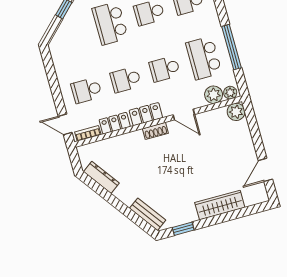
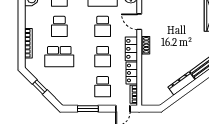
window: (53, 79) -> (88, 109), added
door: (184, 115) -> (139, 22), swing flipped
dresser: (101, 177) -> (181, 83), moved

